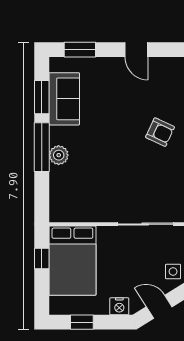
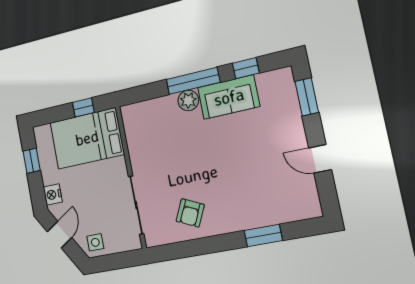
door: (136, 50) -> (320, 159), hinge flipped
window: (42, 97) -> (246, 68), width x0.67
sofa: (64, 99) -> (229, 97), moved
armchair: (160, 132) -> (190, 213), moved

